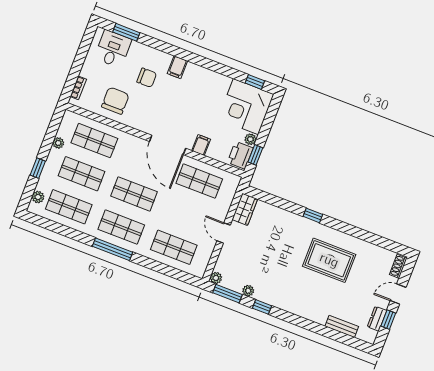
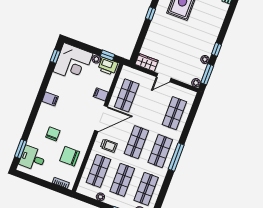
filing cabinet: (177, 67) -> (50, 99), moved
trolley: (130, 155) -> (109, 146), added

